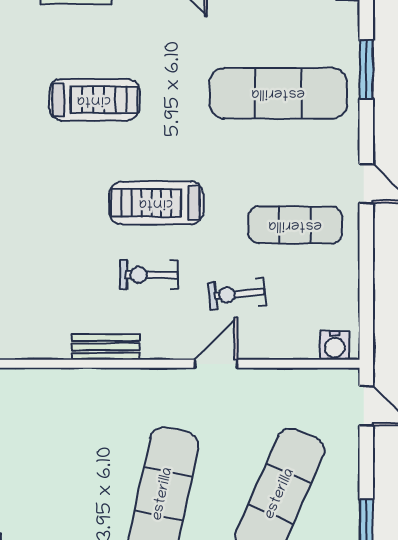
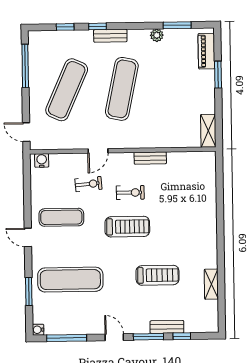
treadmill: (94, 100) -> (158, 275), turned 180

